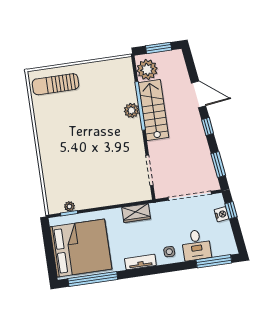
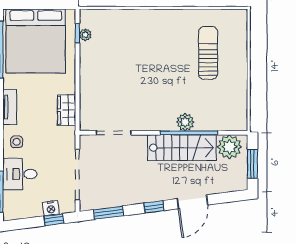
sun lounger: (55, 84) -> (208, 53), moved

